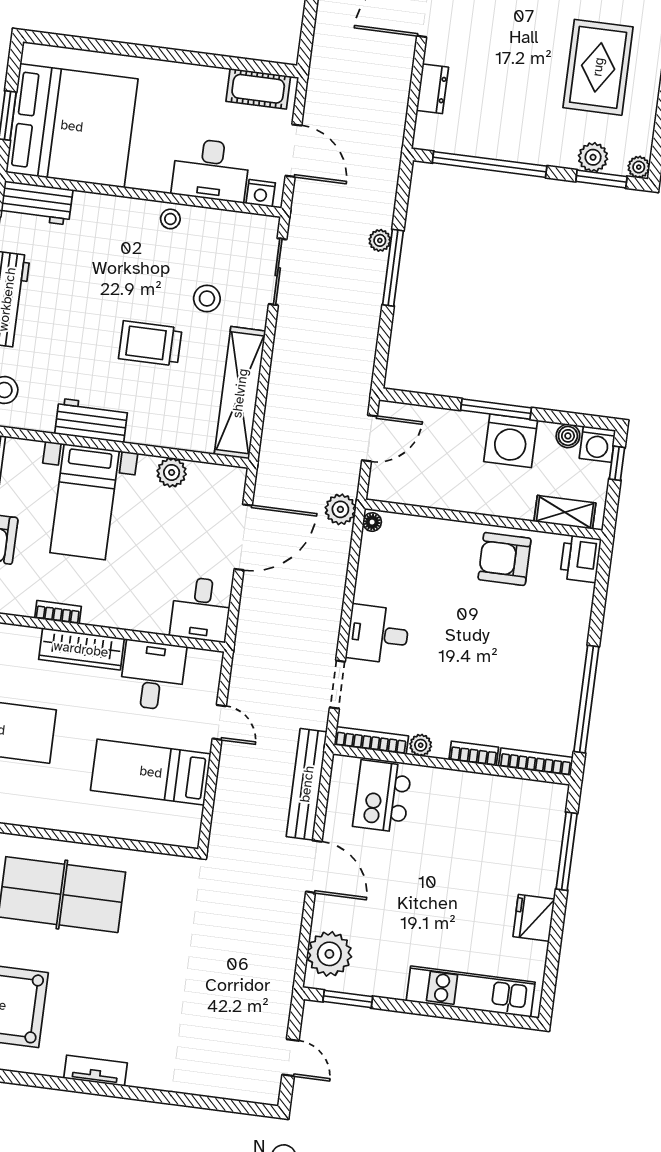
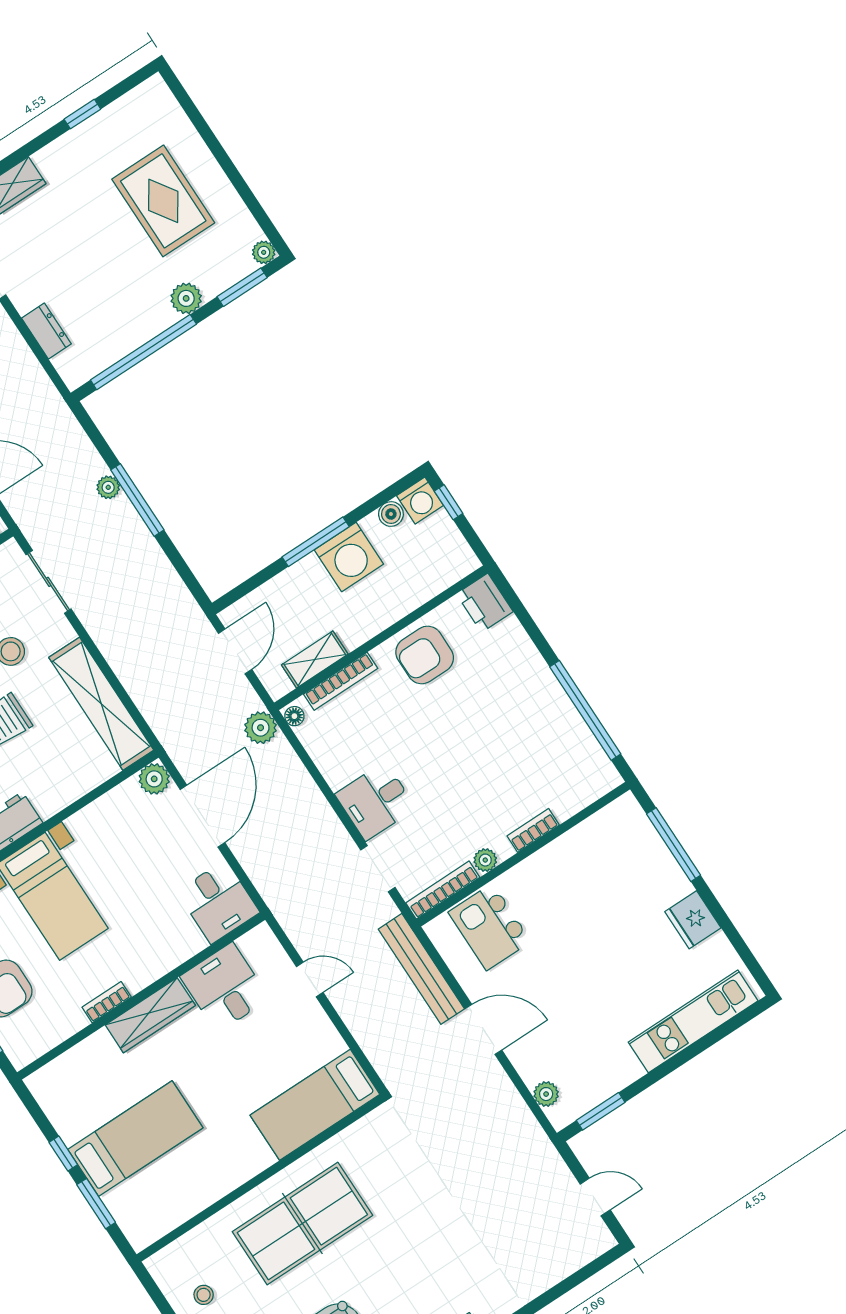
plant: (593, 157) -> (186, 298), moved
plant: (172, 472) -> (154, 779), moved
shelving: (565, 512) -> (315, 659), moved
bookcase: (536, 762) -> (341, 681), moved, turned 180
bed: (151, 772) -> (315, 1105), moved
plant: (329, 954) -> (546, 1094), width x0.53, depth x0.53

